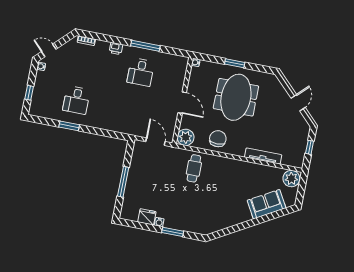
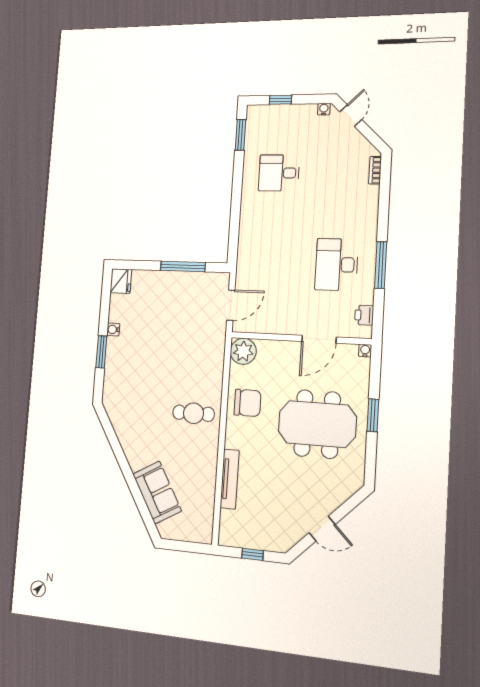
printer: (116, 48) -> (364, 315), moved
desk: (141, 72) -> (337, 265), width x1.37
door: (182, 103) -> (319, 339), moved
window: (69, 126) -> (240, 135), moved
cafe table: (194, 168) -> (194, 413), moved
plant: (291, 179) -> (200, 529), removed
window: (123, 182) -> (183, 266), moved
fridge: (147, 217) -> (121, 281), moved

